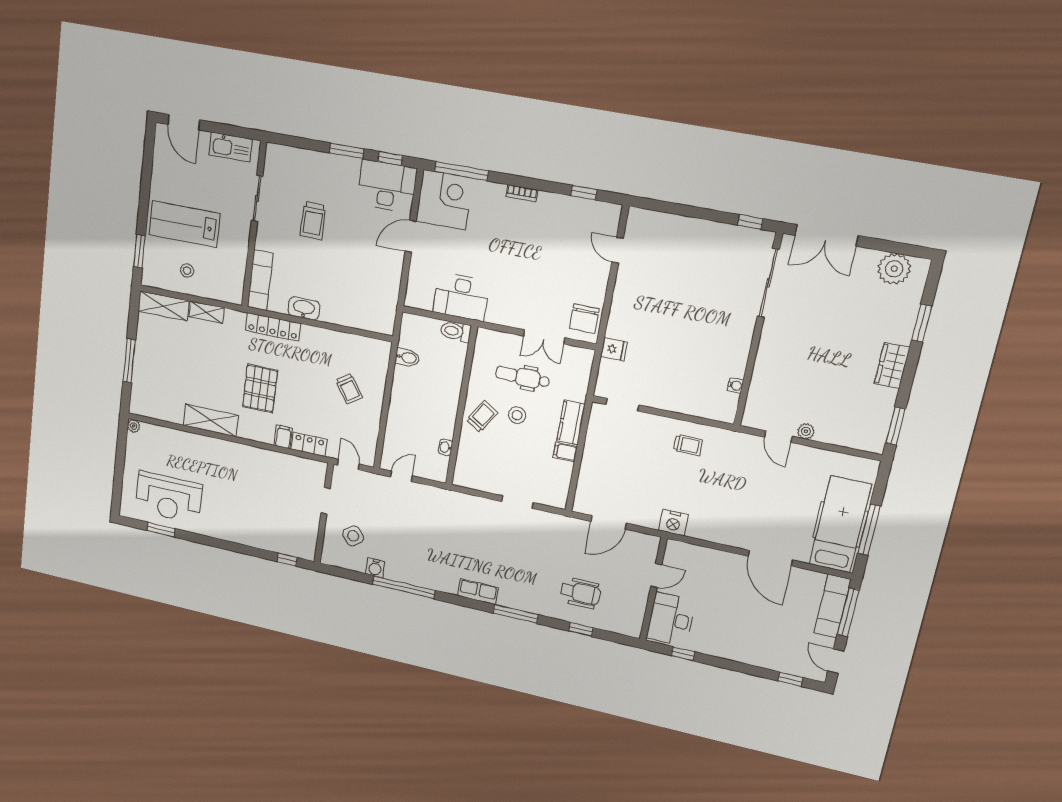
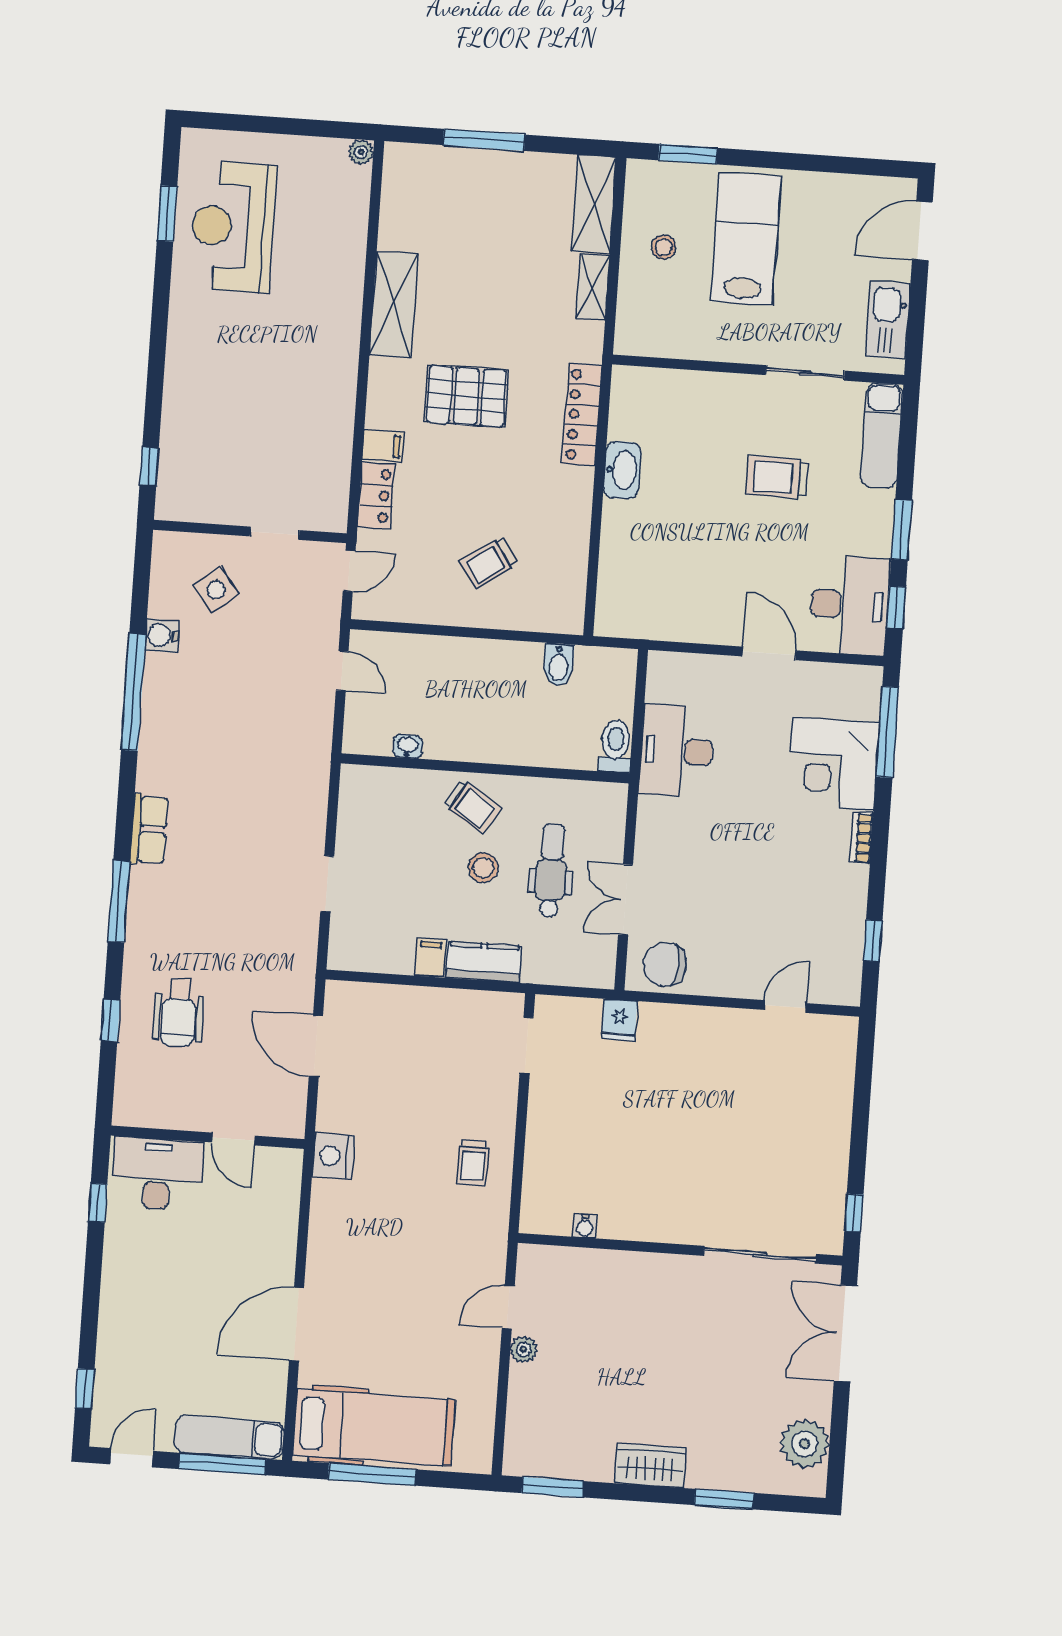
corner desk: (444, 200) -> (833, 763), moved, turned 90
exam couch: (260, 280) -> (882, 435), moved, turned 90

